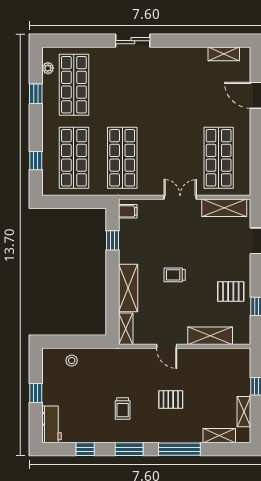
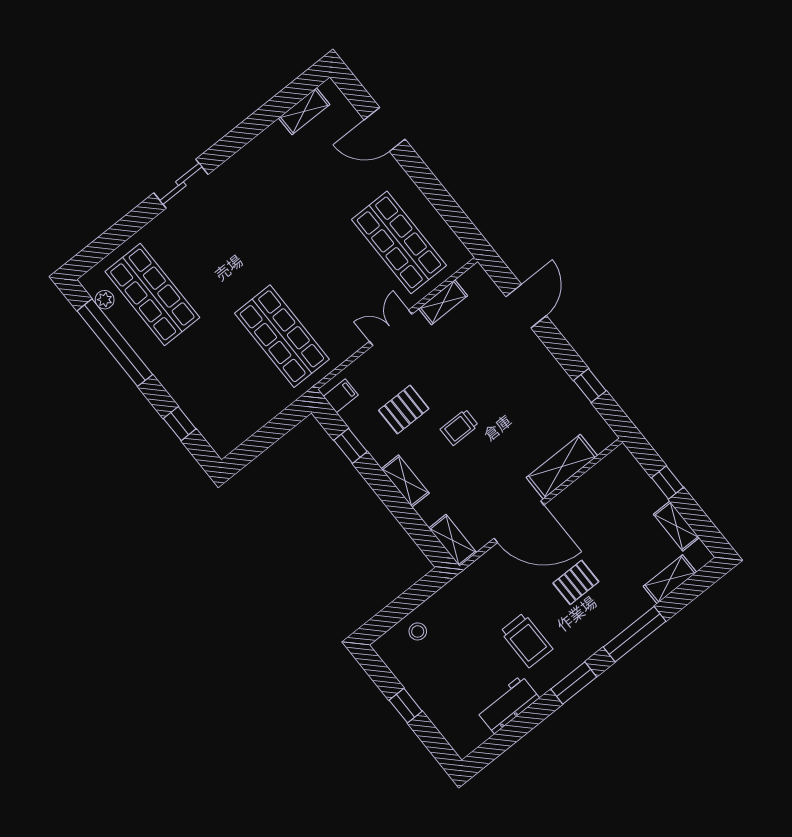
window: (36, 94) -> (115, 343), width x3.17
shop shelf: (74, 158) -> (223, 383), removed
shelving: (224, 208) -> (443, 302), width x0.67, depth x0.75
shelving: (128, 288) -> (405, 481), width x0.67, depth x0.75
pallet: (231, 292) -> (404, 409), moved
door: (167, 346) -> (519, 522), width x1.87
trolley: (123, 409) -> (526, 640), width x1.36, depth x1.39
workbench: (51, 424) -> (508, 704), moved, turned -90
window: (85, 449) -> (520, 726), removed

